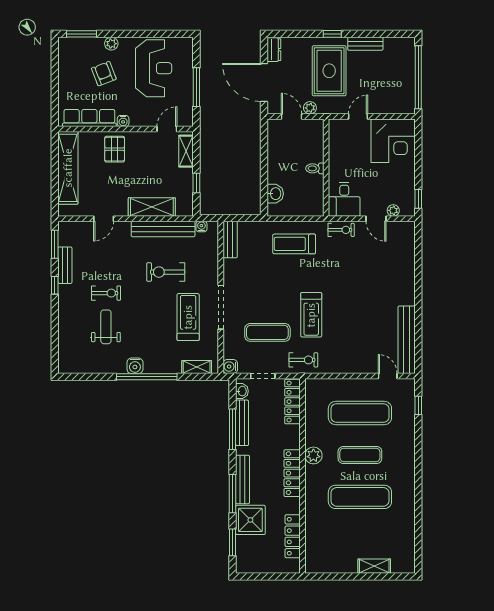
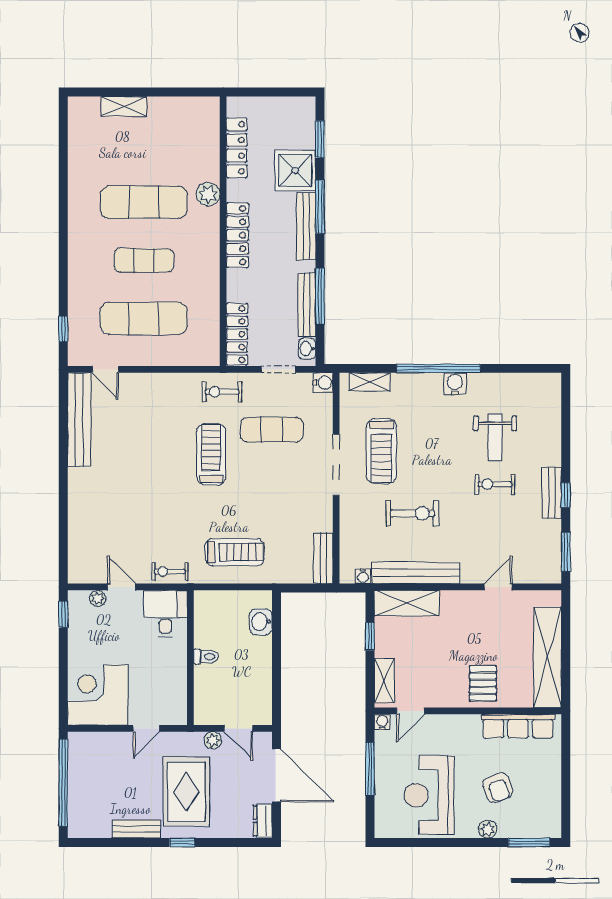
water cooler: (123, 121) -> (382, 722), moved
shelving: (152, 207) -> (407, 603), moved
bench: (65, 265) -> (552, 493), moved
plant: (313, 455) -> (208, 194), moved

